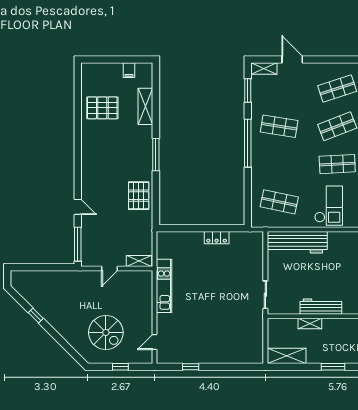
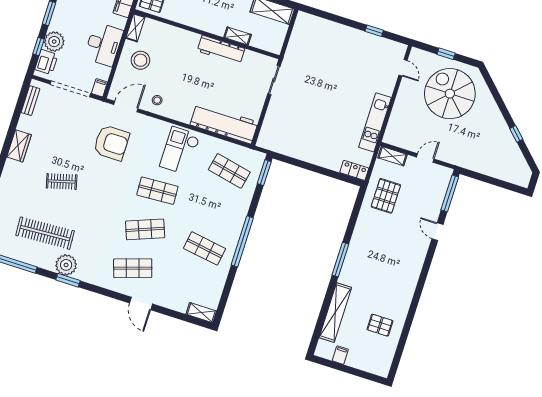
door: (292, 60) -> (141, 303), moved
window: (248, 91) -> (264, 173), moved
shelving: (145, 106) -> (335, 313), width x1.47
pallet: (102, 108) -> (380, 325), width x0.67, depth x0.71
pallet: (139, 196) -> (386, 196), moved
locker: (217, 238) -> (354, 170), moved
spiral stairs: (106, 332) -> (450, 94), width x1.37, depth x1.37
door: (155, 342) -> (403, 68), hinge flipped

